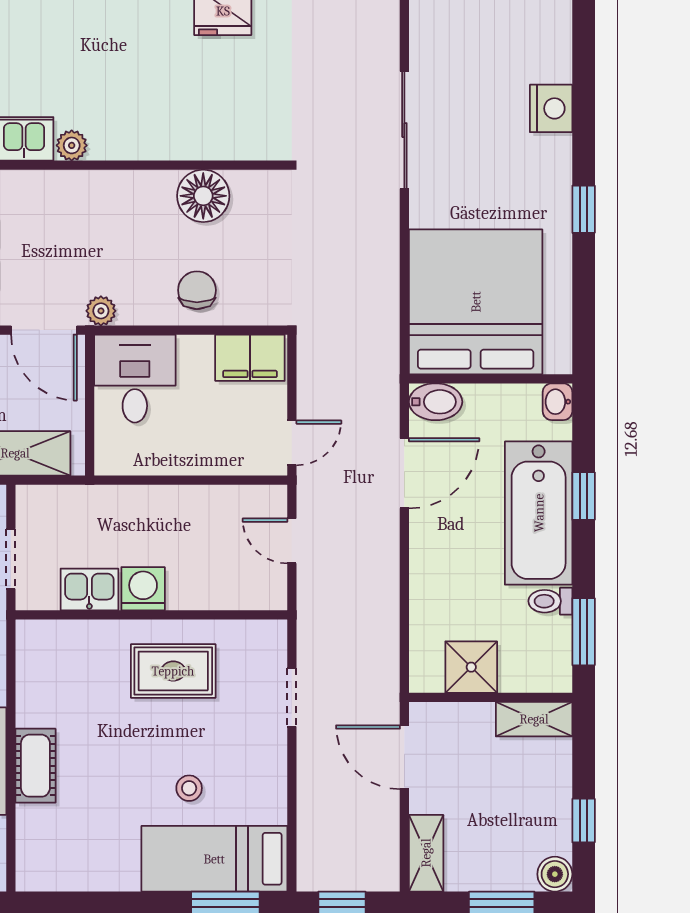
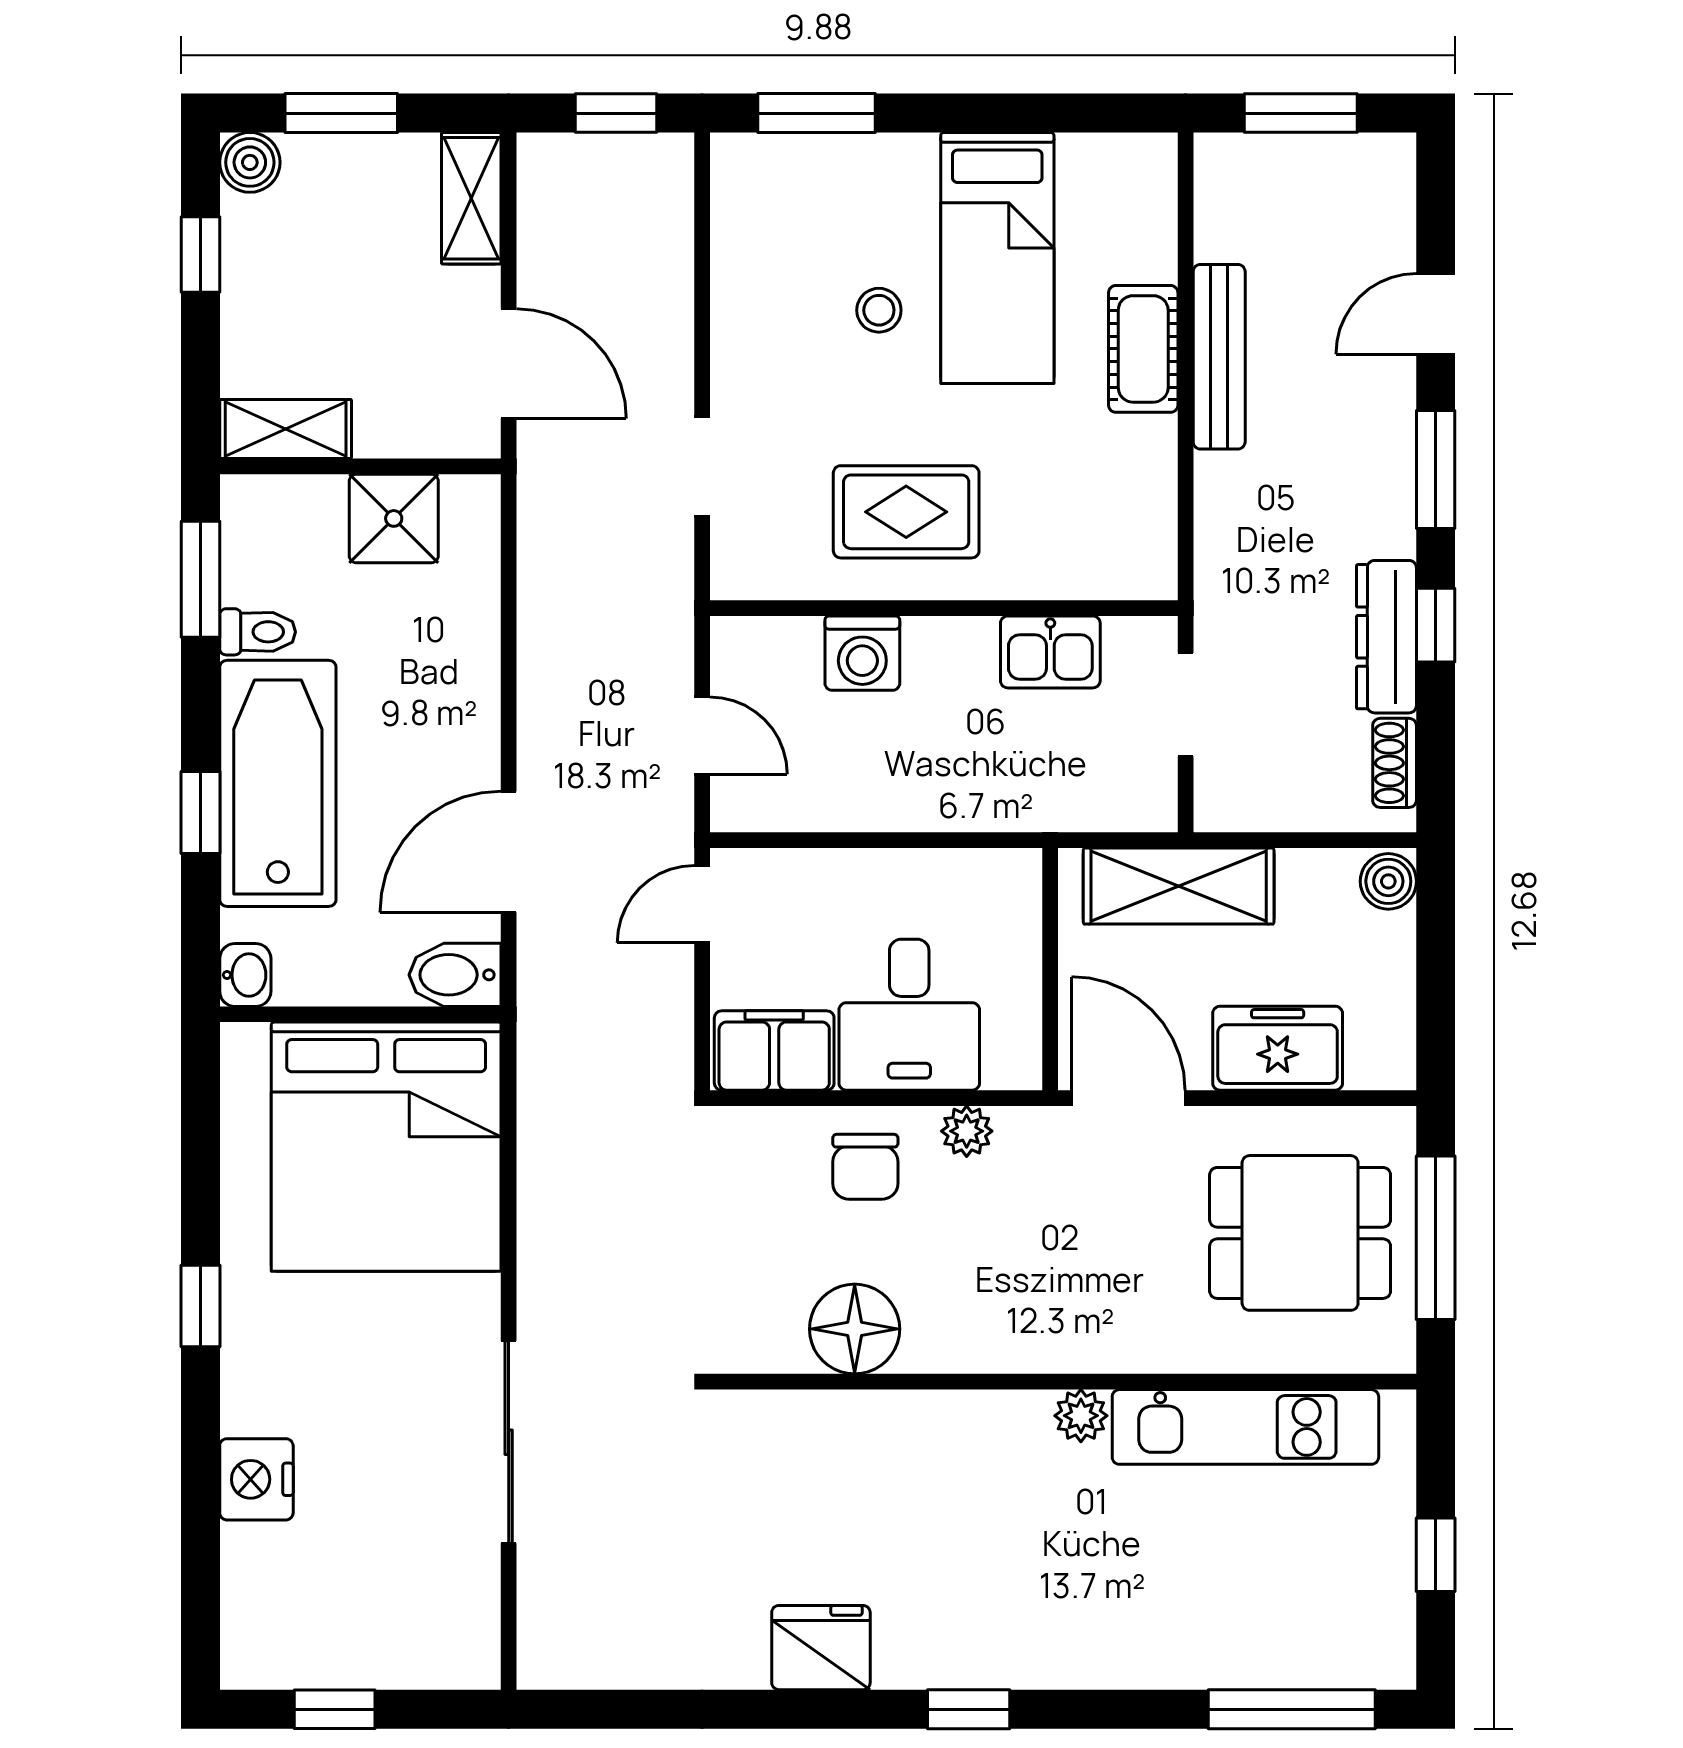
plant: (101, 311) -> (967, 1131), moved
desk: (135, 379) -> (909, 1015), moved
washing machine: (143, 589) -> (862, 653), moved
bed: (214, 859) -> (997, 258), moved, turned 90

